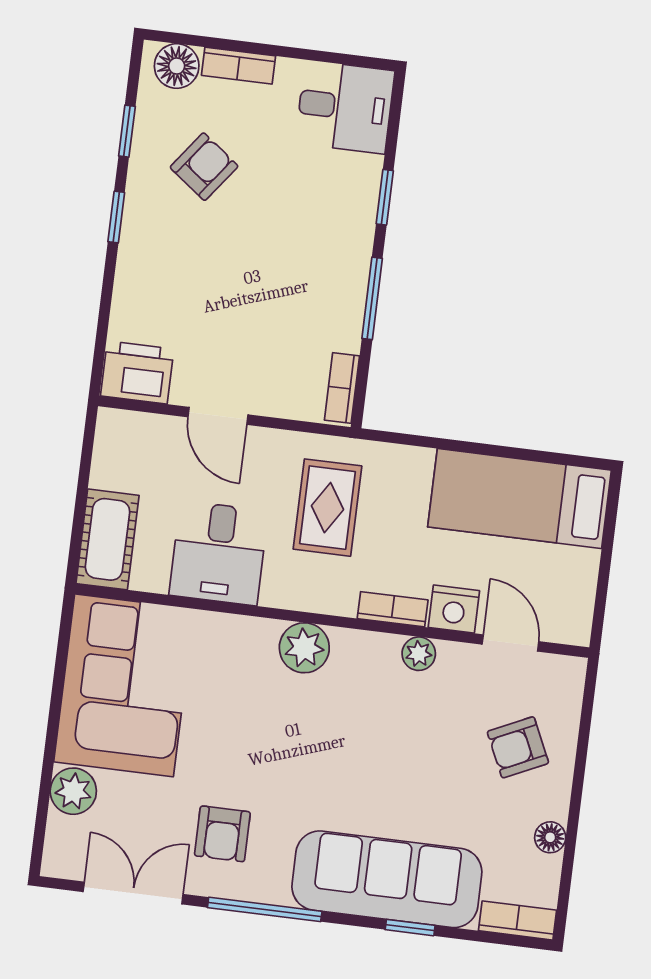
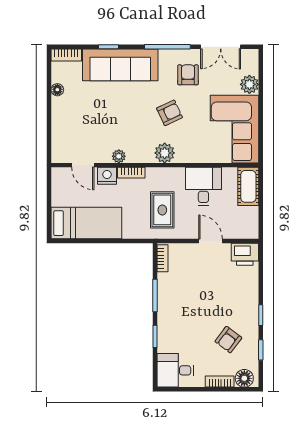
armchair: (518, 747) -> (170, 113), moved

